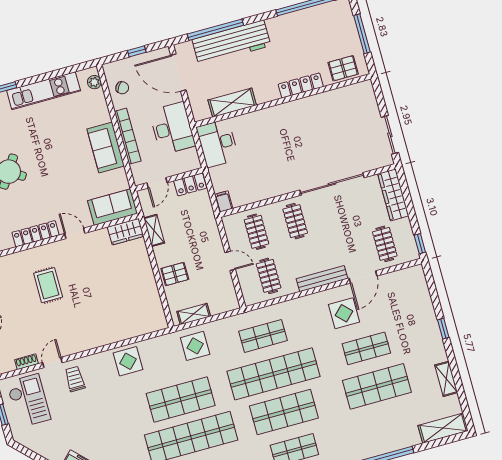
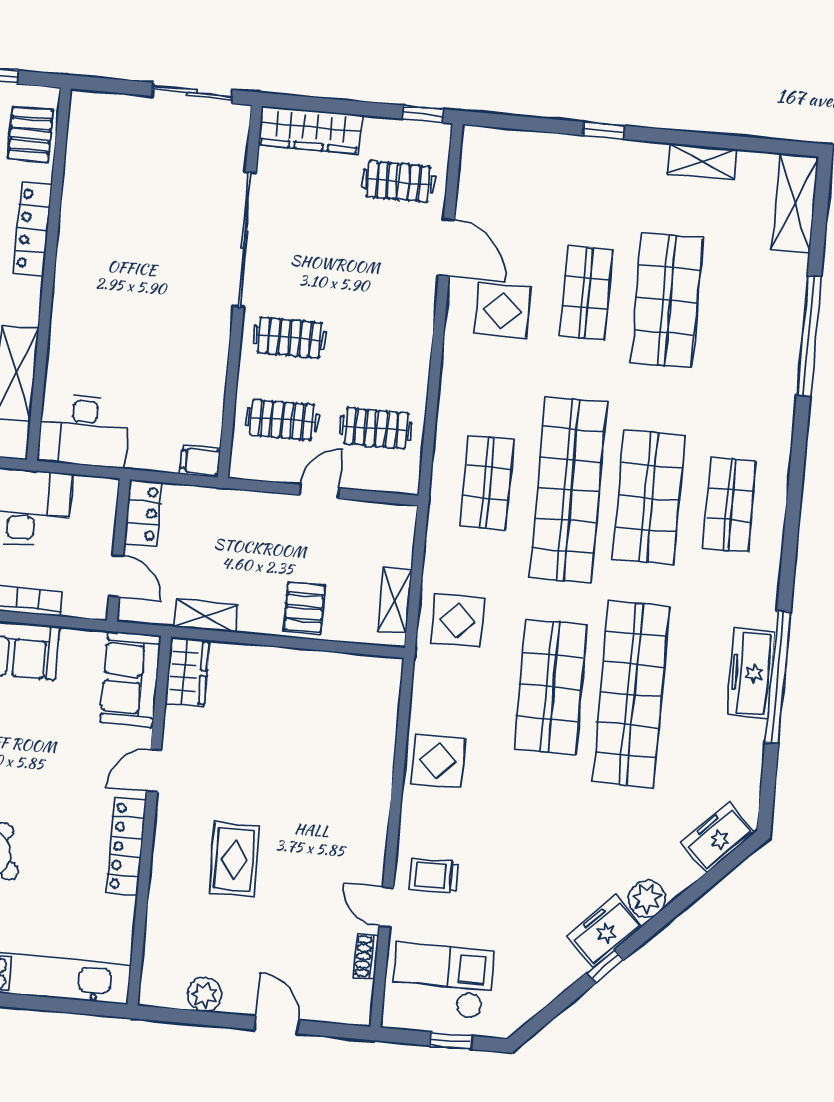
bench: (322, 279) -> (420, 328), removed
rug: (48, 285) -> (234, 859), turned 90

